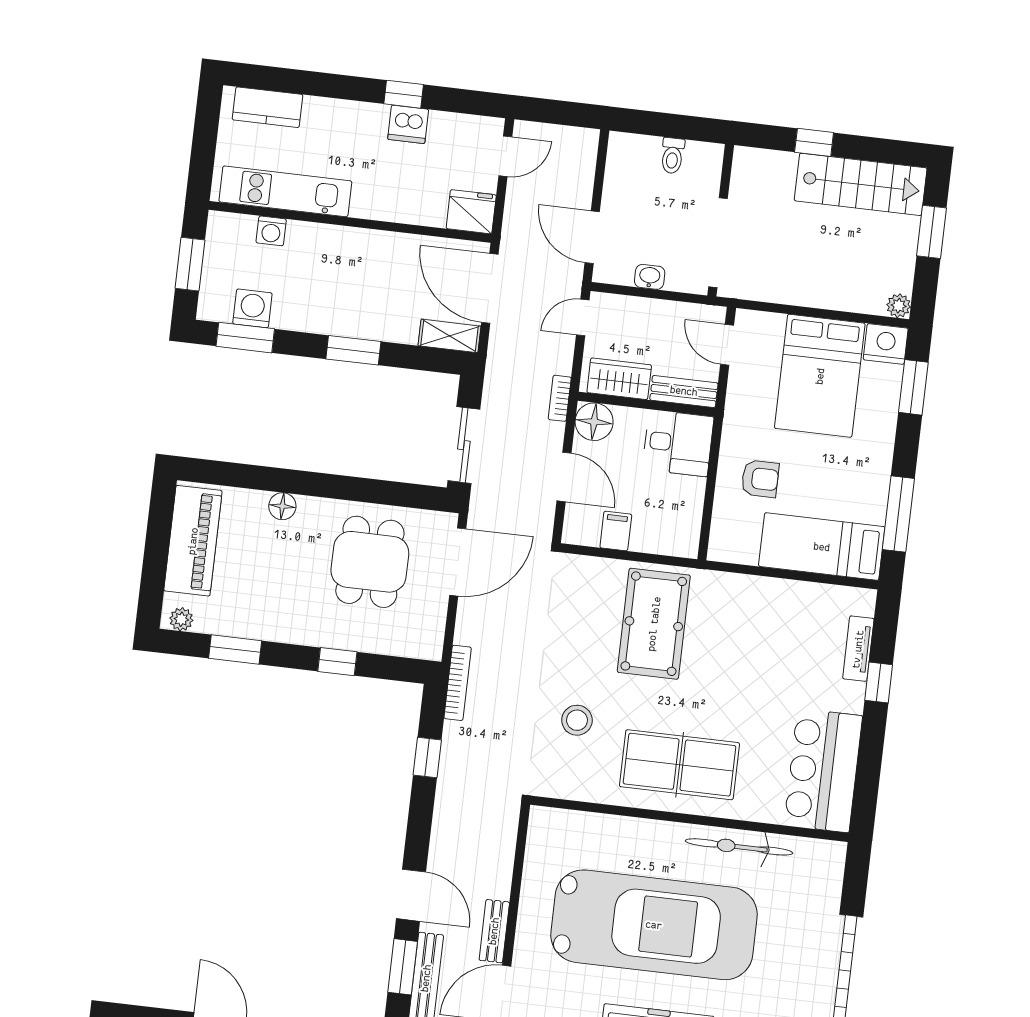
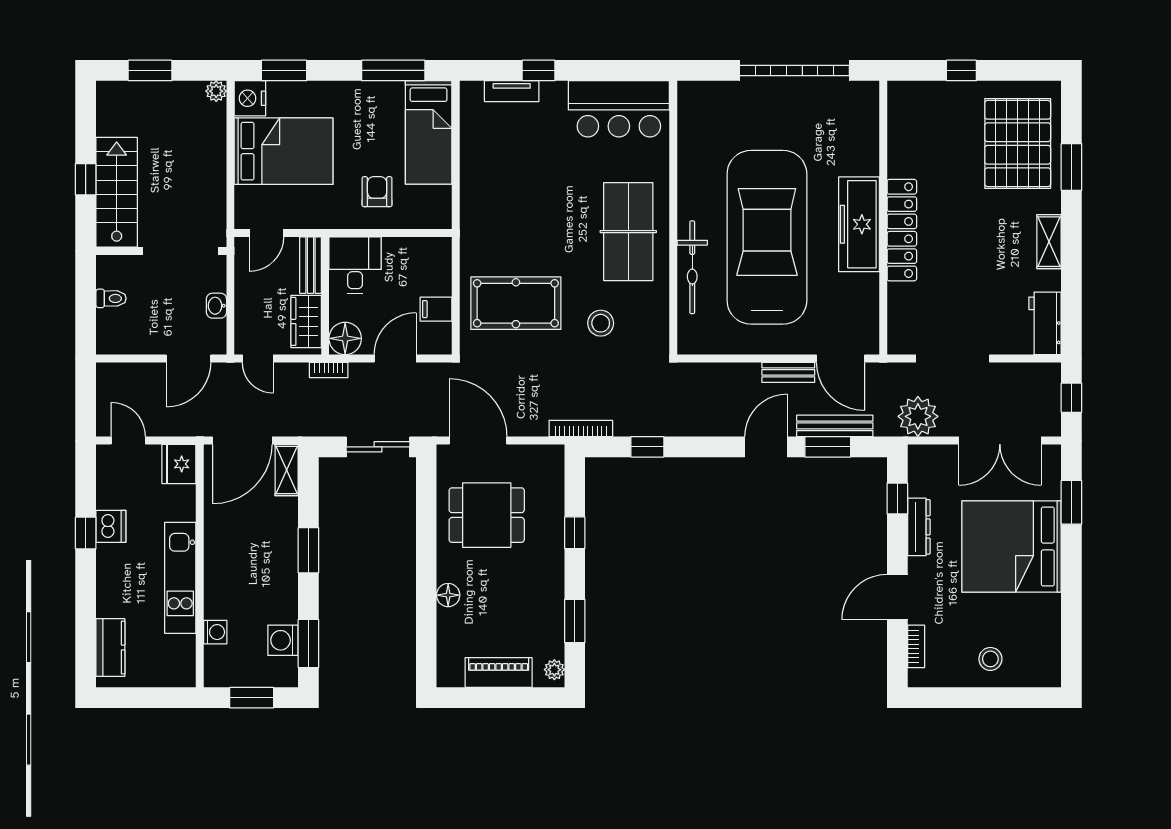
stairs: (861, 184) -> (117, 192), moved
kitchen unit: (285, 191) -> (180, 578), moved
piano: (193, 541) -> (499, 673), width x0.73, depth x0.75
pool table: (654, 624) -> (516, 303), moved
bicycle: (739, 847) -> (692, 267), moved

